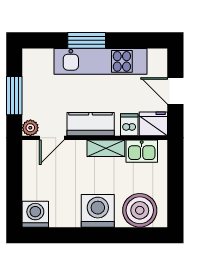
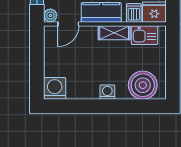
washing machine: (98, 211) -> (107, 92), width x0.53, depth x0.53

